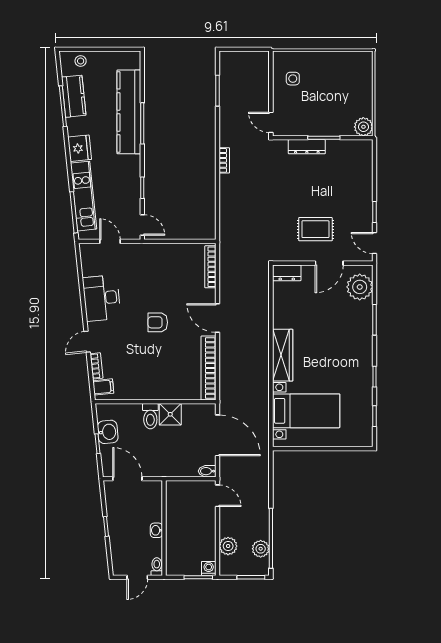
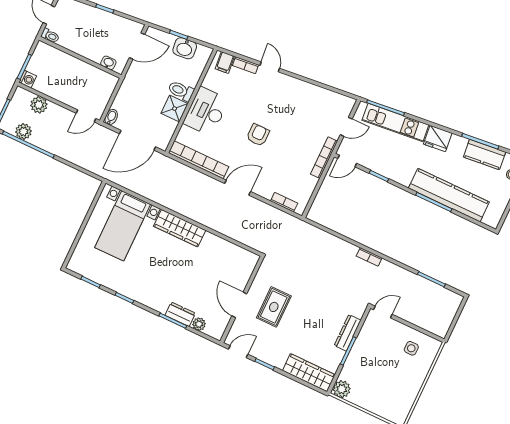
wardrobe: (363, 166) -> (309, 373), added
bookcase: (149, 249) -> (324, 158), added
bookcase: (210, 267) -> (284, 202), width x0.64
dresser: (287, 273) -> (180, 314), moved, turned 90
plant: (360, 287) -> (199, 324), width x0.53, depth x0.53
desk: (102, 298) -> (206, 111), moved, turned -84
washbasin: (156, 530) -> (108, 63), moved

